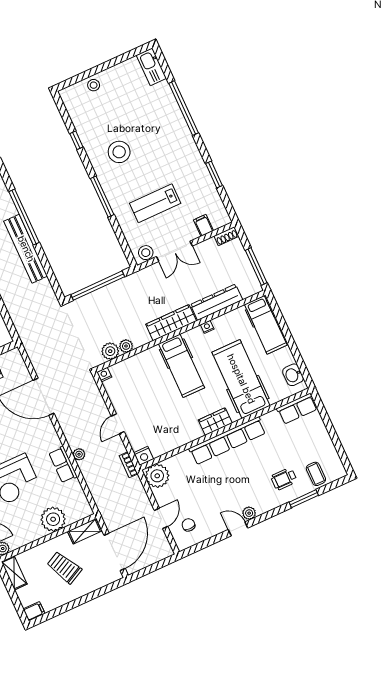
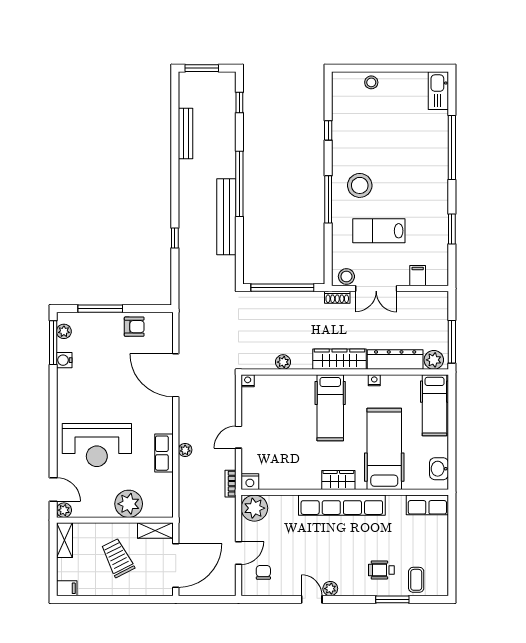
stool: (119, 152) -> (360, 185), moved
shoe rack: (226, 236) -> (337, 297), moved
plant: (110, 351) -> (434, 360), moved

